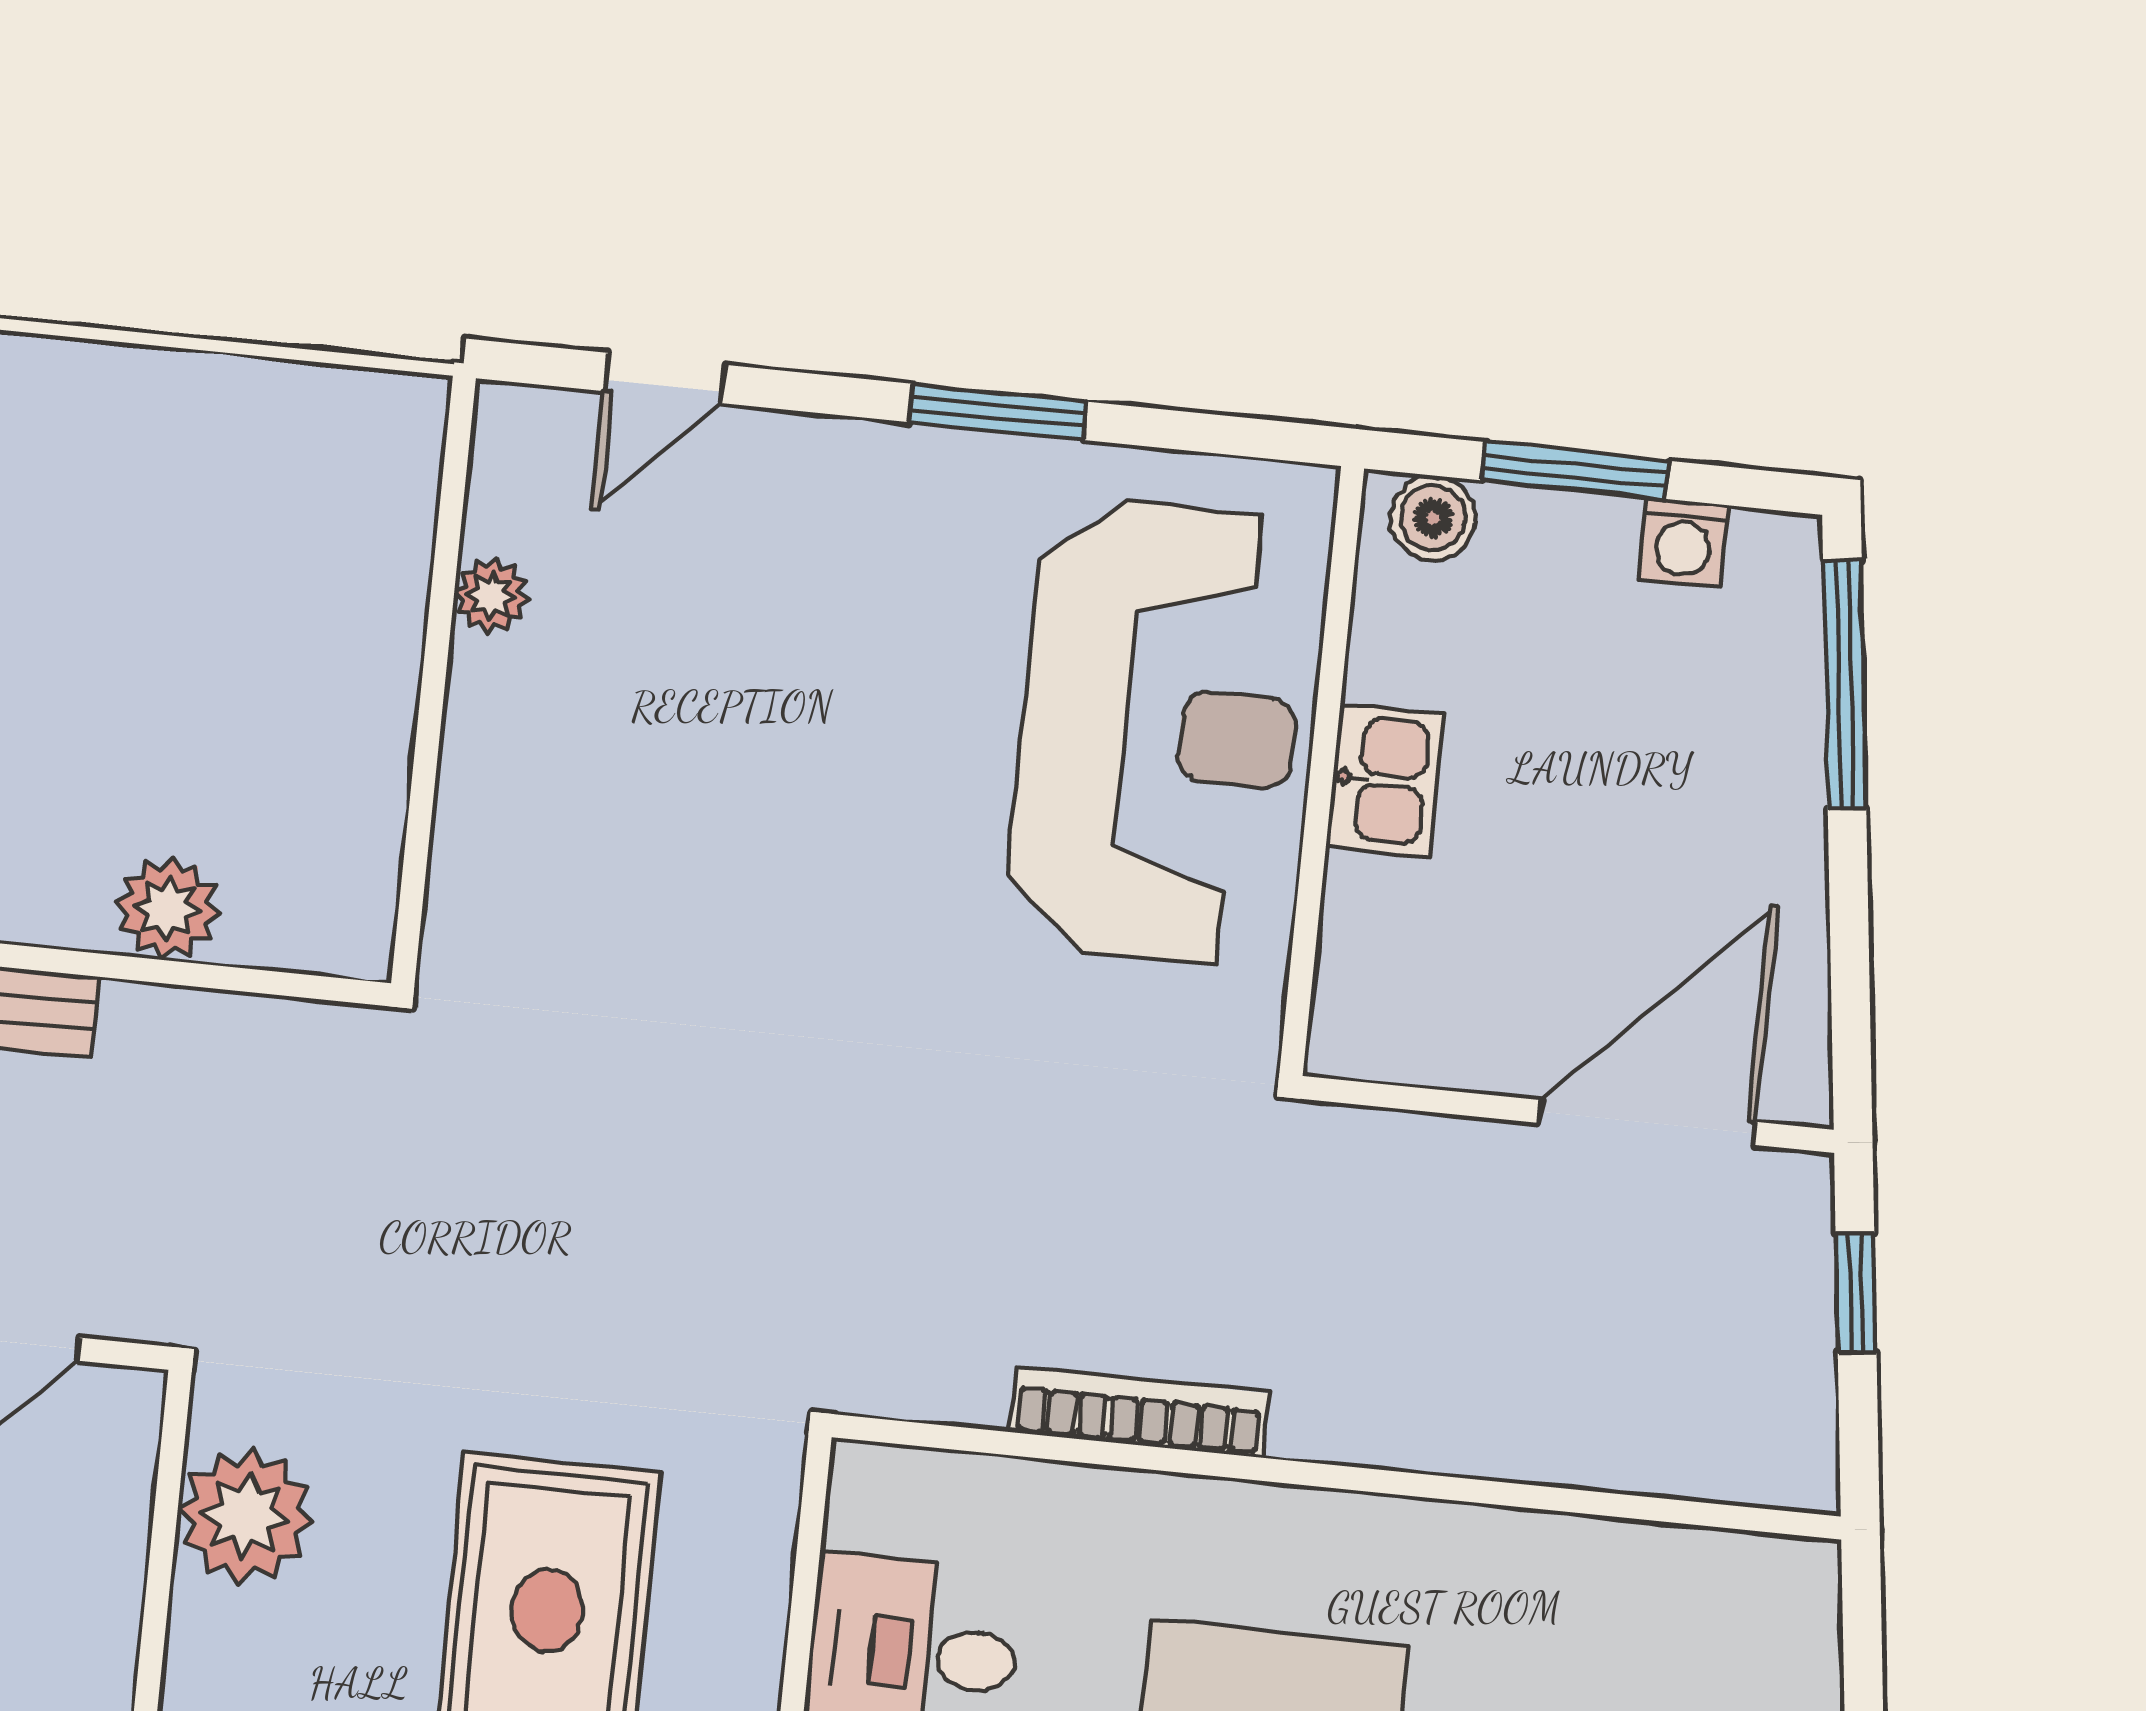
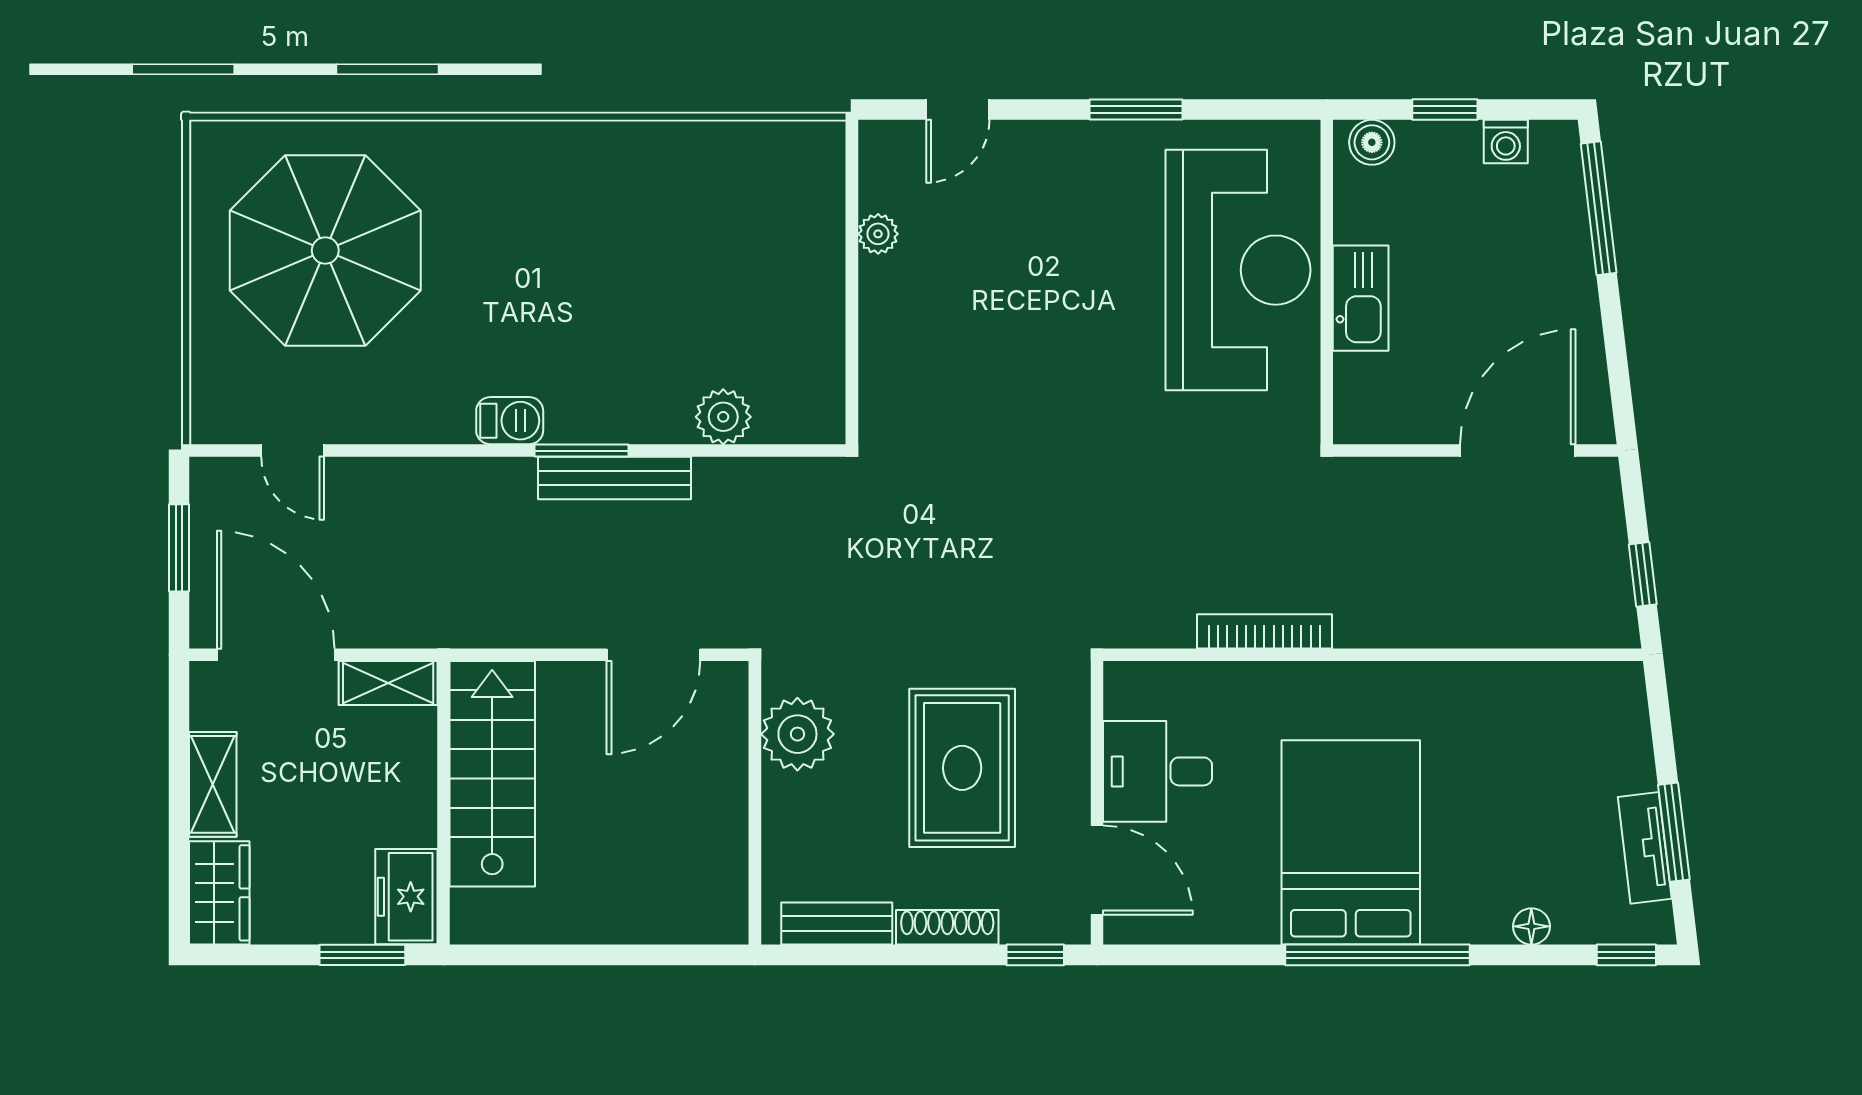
window: (1576, 471) -> (1445, 110), width x0.67
kitchen sink: (1385, 781) -> (1361, 298), width x1.38
window: (1856, 1293) -> (1643, 574), moved

